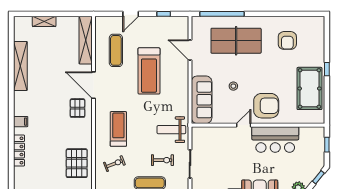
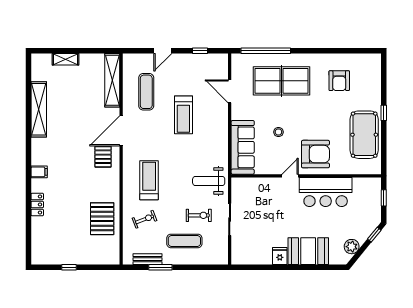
treadmill: (149, 71) -> (183, 115), width x0.73, depth x0.73
door: (94, 85) -> (121, 131), hinge flipped
locker: (19, 151) -> (37, 204), width x0.66

